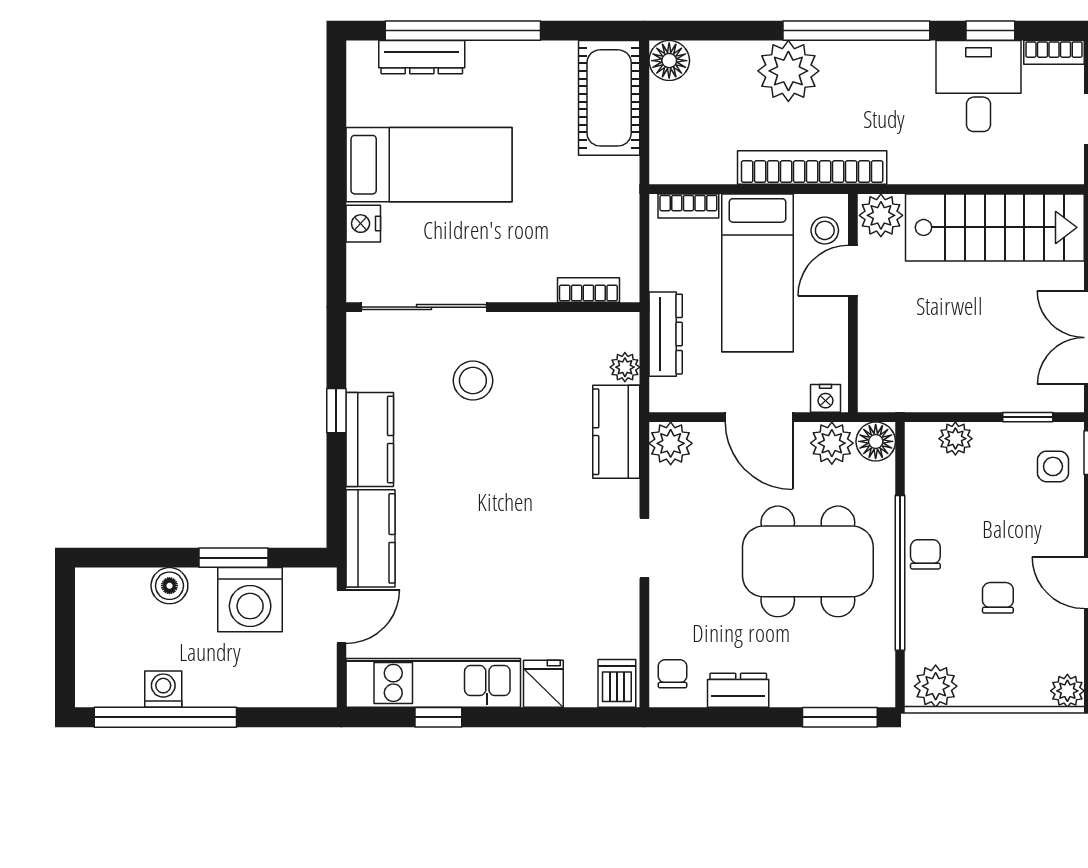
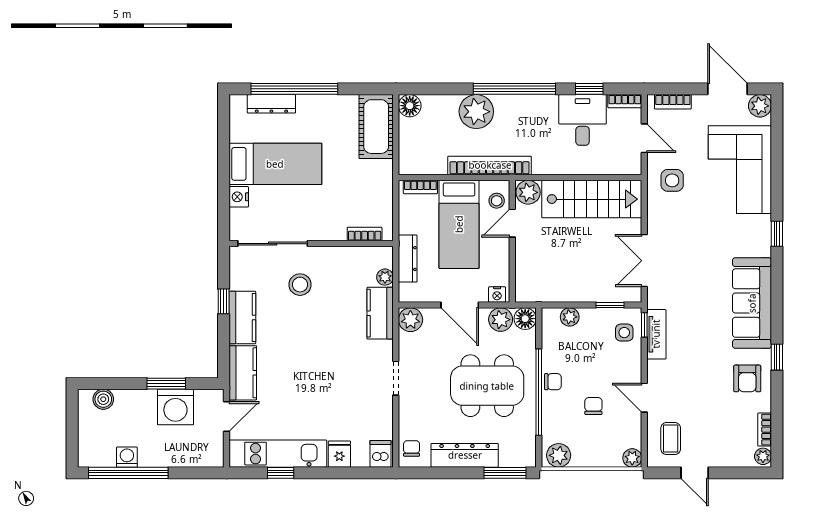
chair: (925, 554) -> (553, 382), turned 90
boiler: (169, 586) -> (103, 399), moved
dresser: (738, 690) -> (465, 455), width x1.96, depth x1.24

